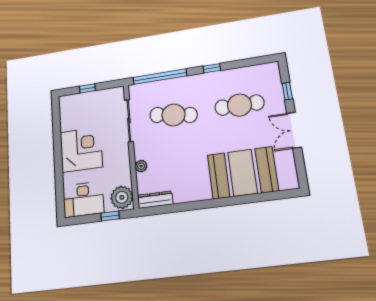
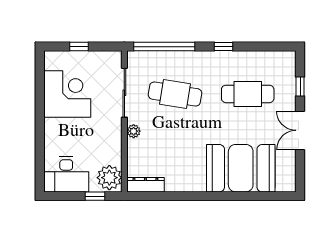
corner desk: (81, 150) -> (67, 94), moved
plant: (141, 166) -> (134, 131), moved

